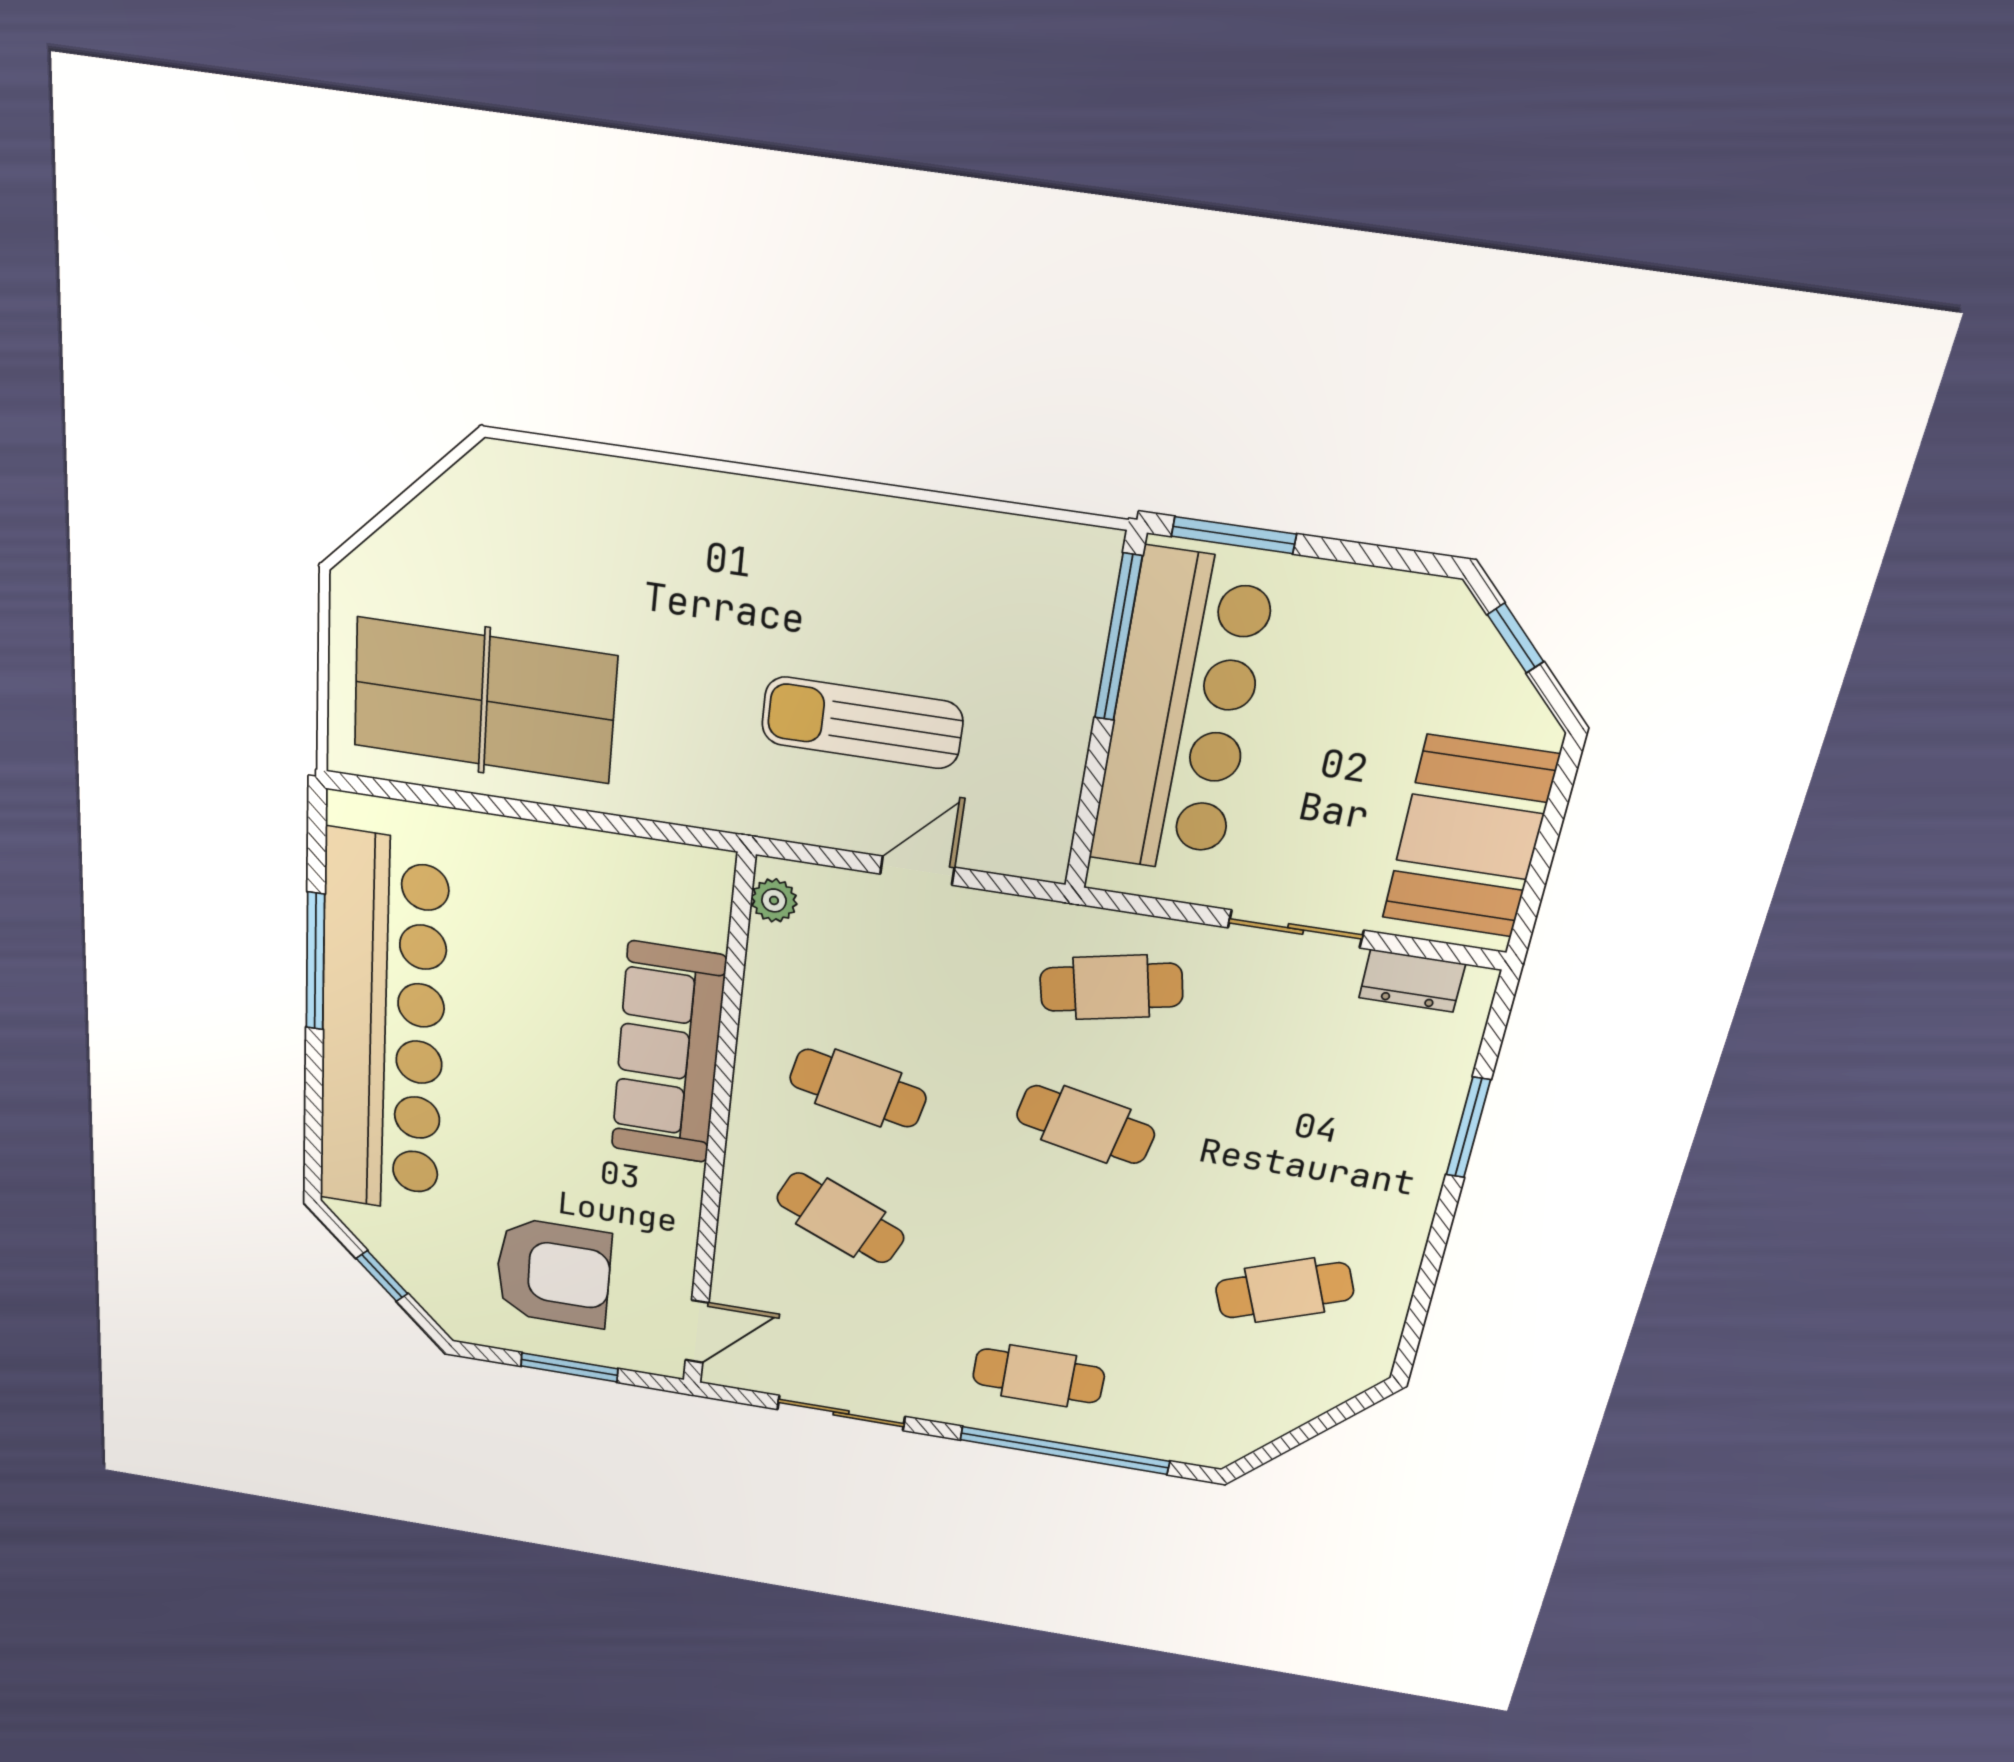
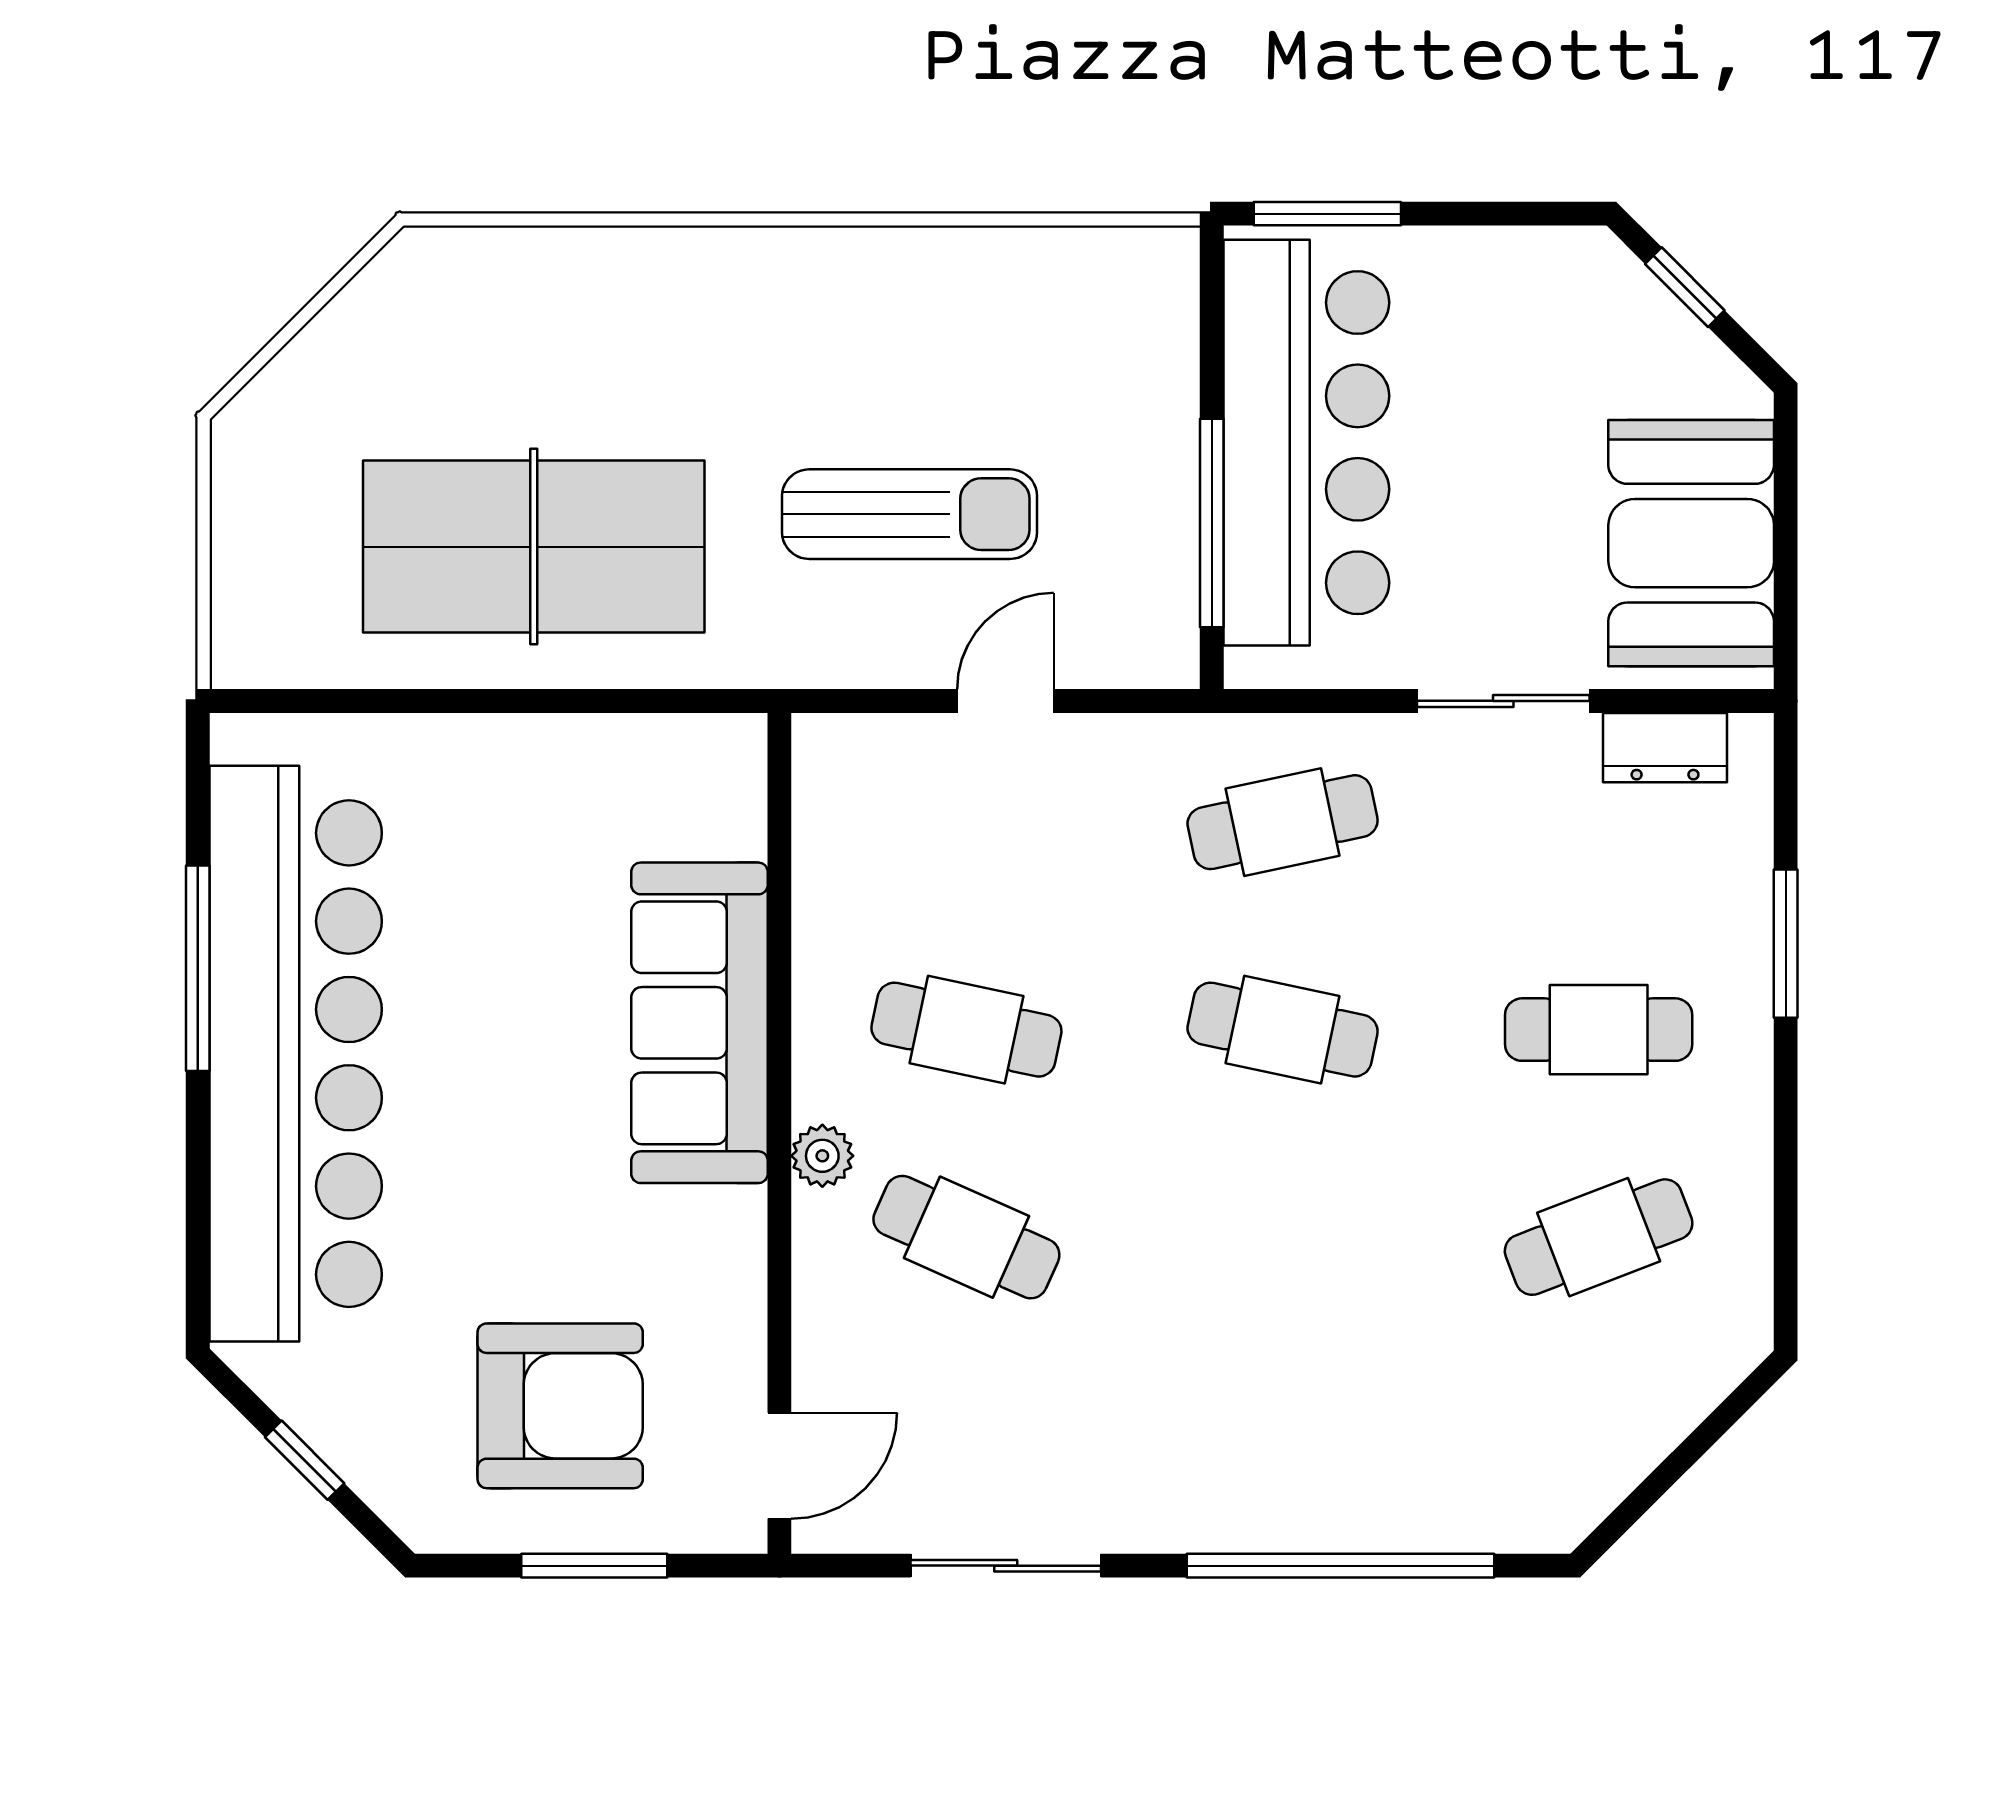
window: (1118, 638) -> (1212, 523), moved
table tennis table: (484, 701) -> (534, 547), moved
sun lounger: (862, 723) -> (910, 514), turned 180
plant: (774, 900) -> (822, 1156), moved
cafe table: (1039, 1376) -> (1599, 1030), moved

